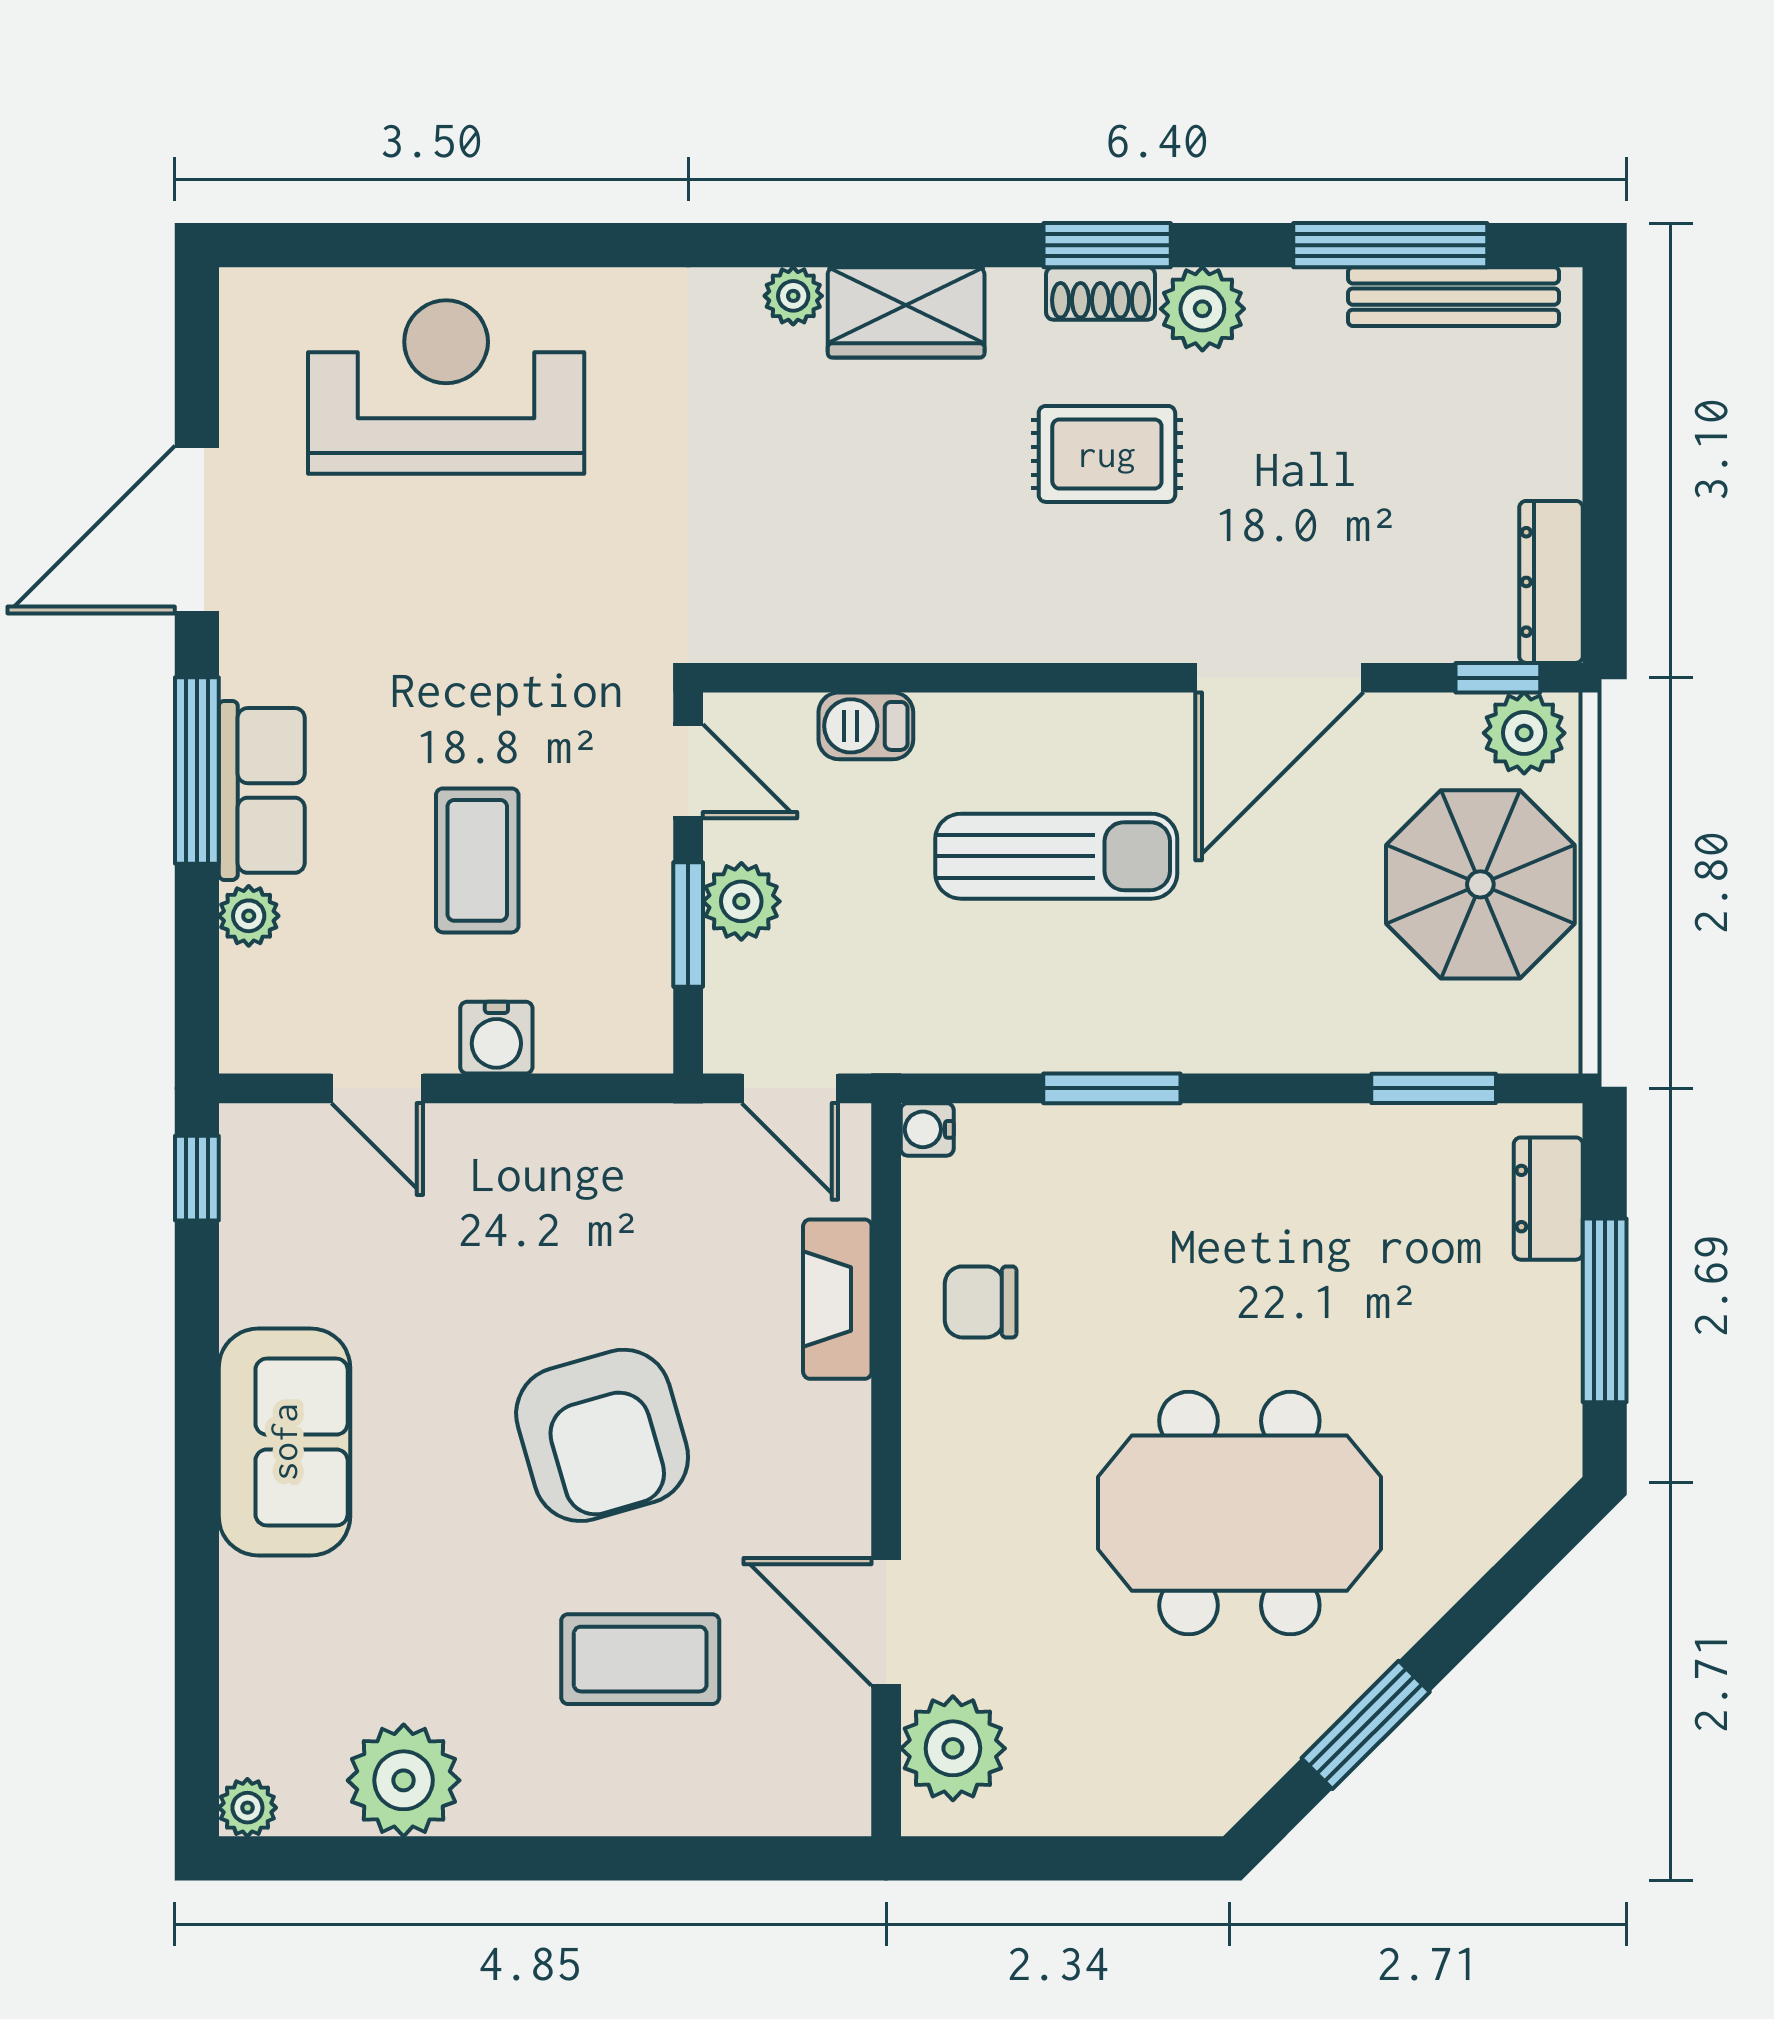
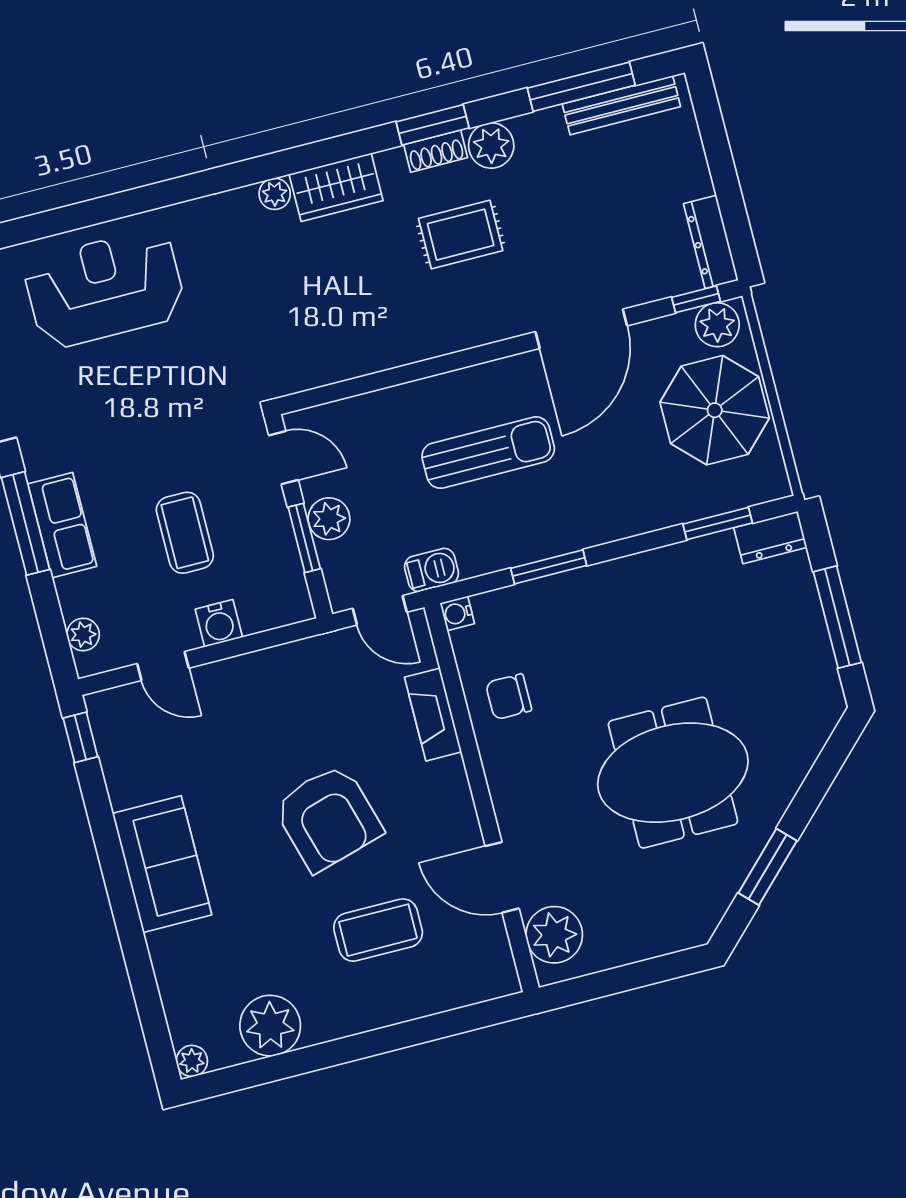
barbecue: (866, 726) -> (432, 570), moved, turned 180
plant: (249, 916) -> (83, 634), moved
dresser: (1548, 1199) -> (770, 537), moved, turned -90

